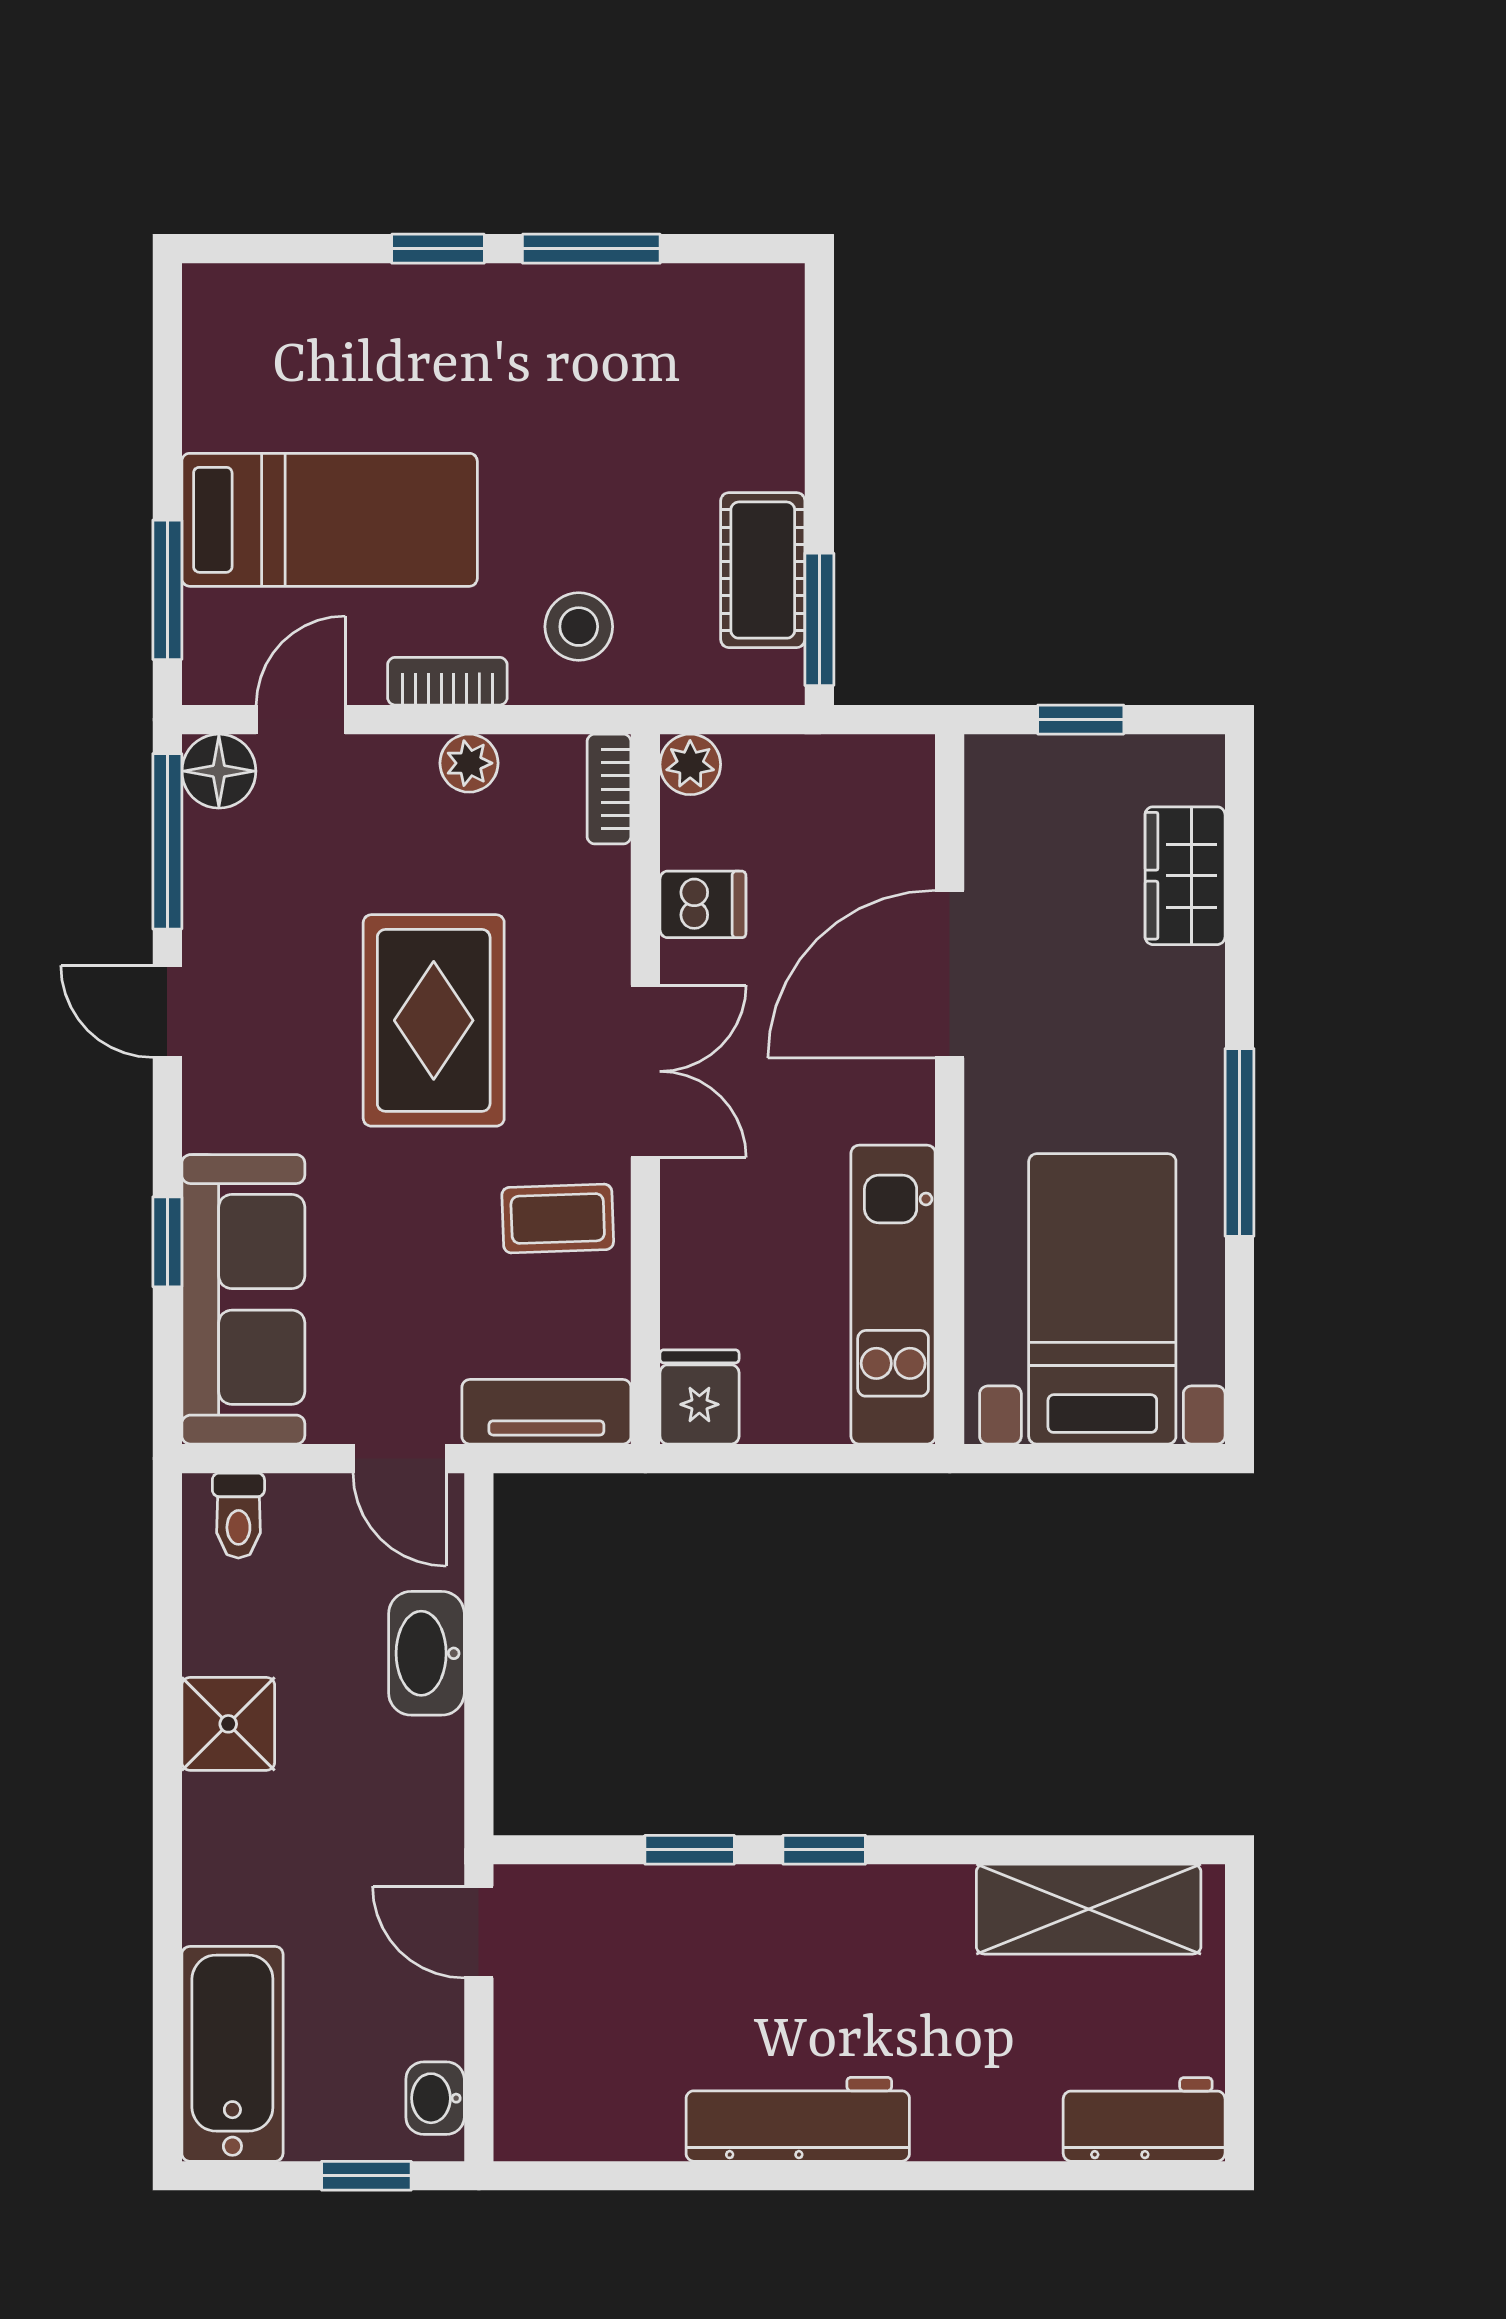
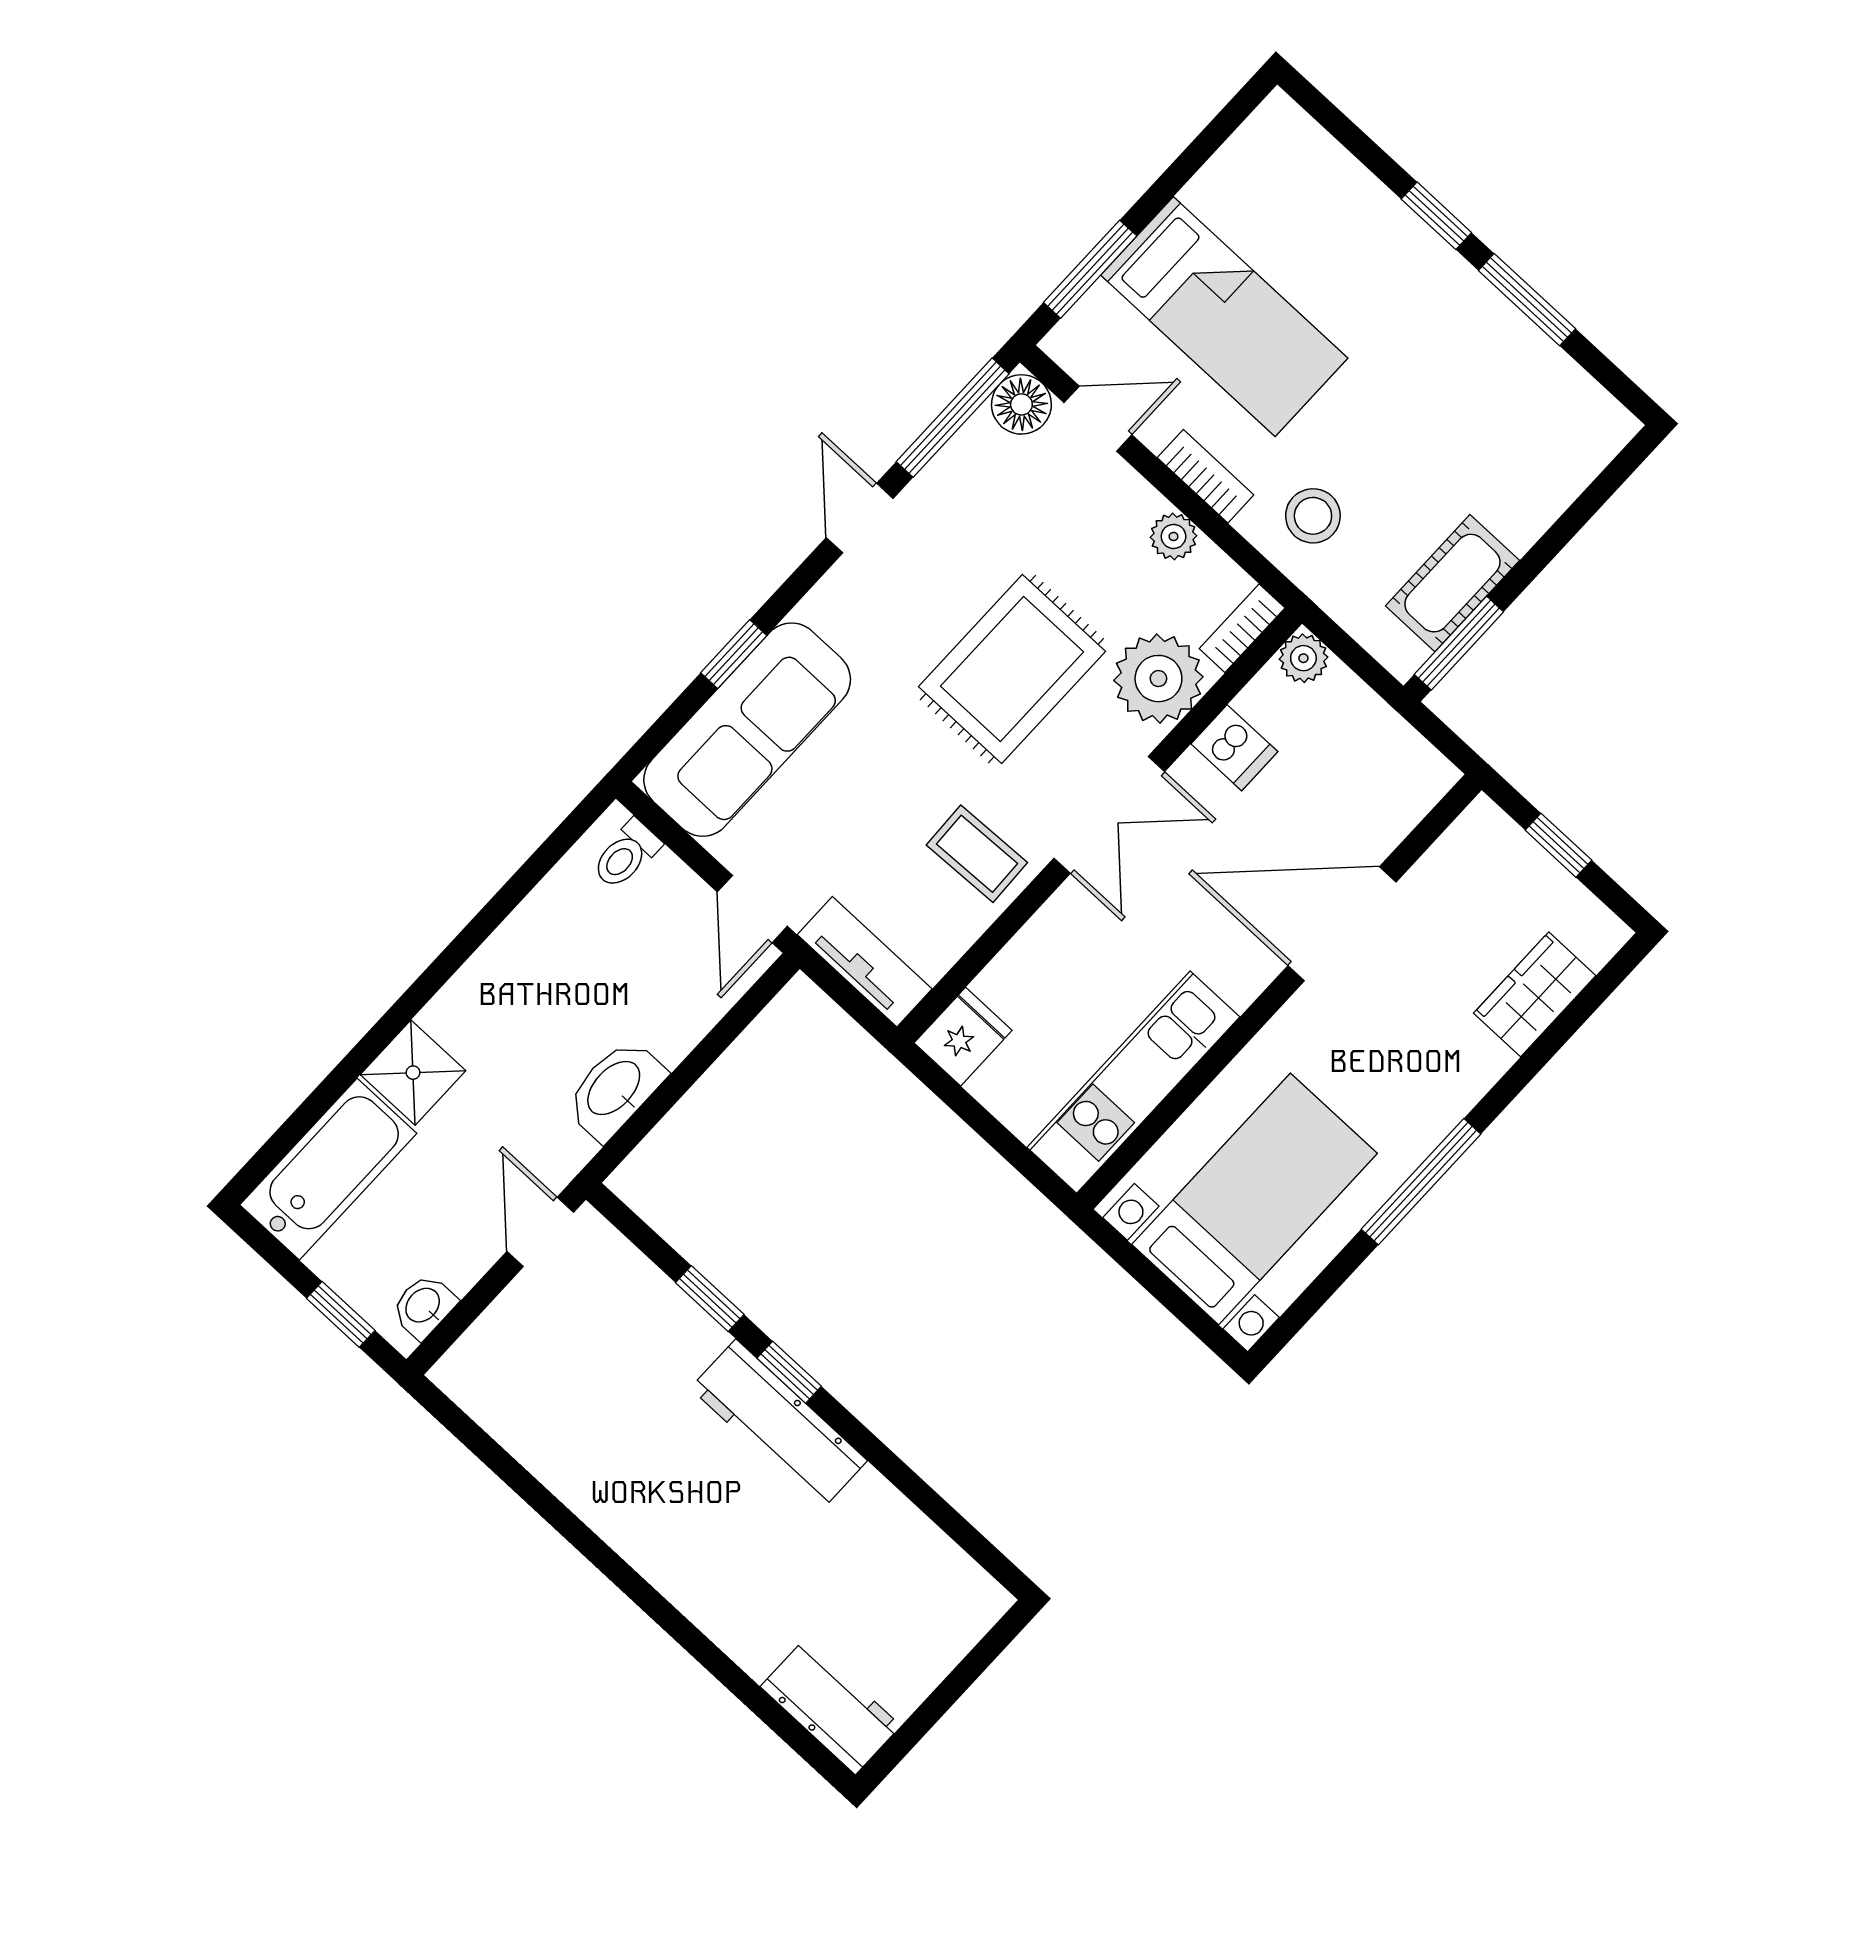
plant: (575, 905) -> (1158, 679), added
washbasin: (426, 1653) -> (615, 1089), moved
shower: (228, 1724) -> (413, 1073), moved
shelving: (1089, 1909) -> (913, 1552), removed
workbench: (798, 2119) -> (779, 1424), moved, turned 180

